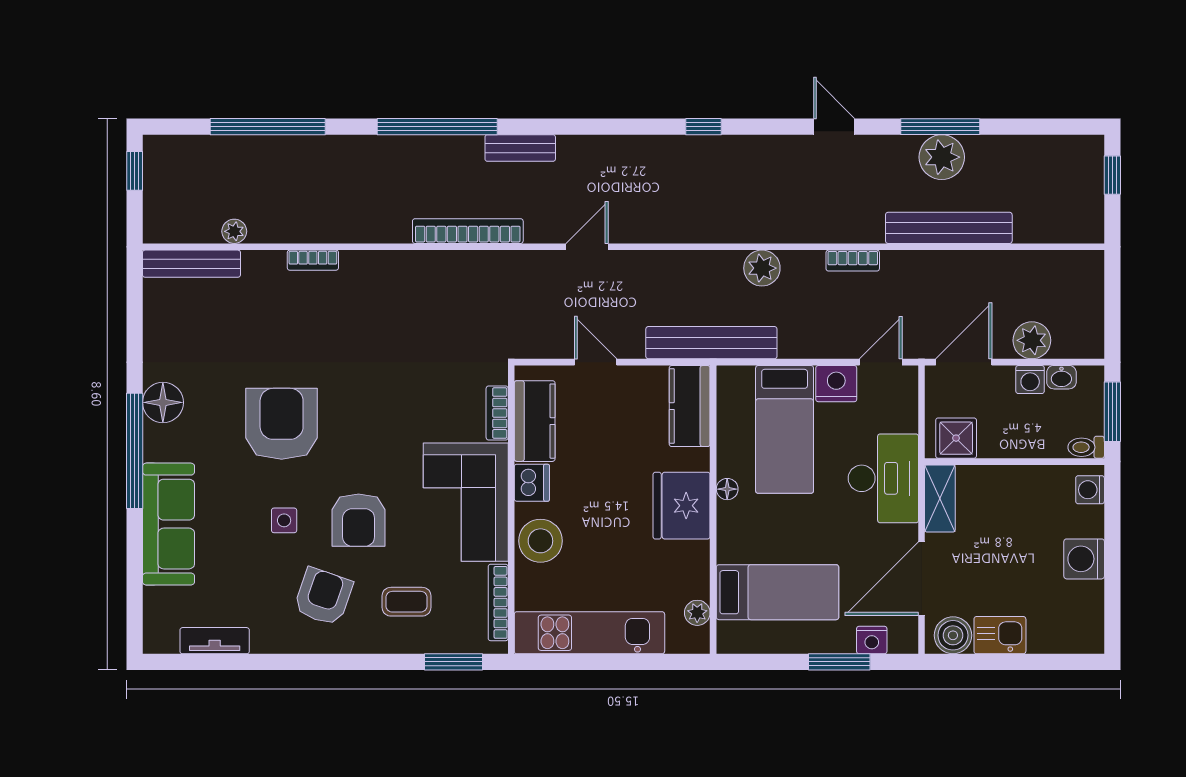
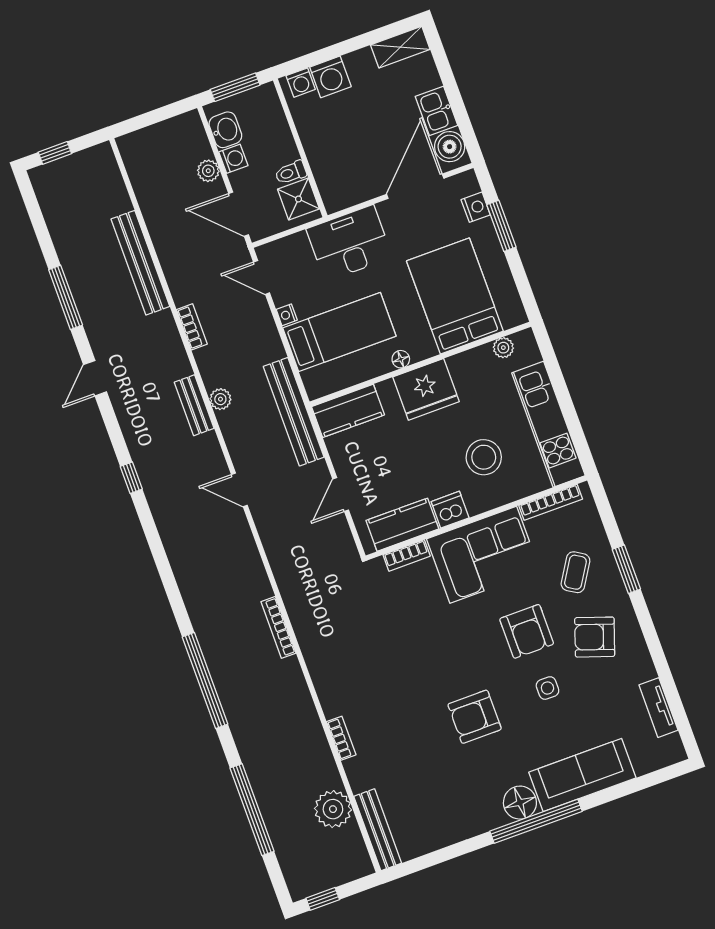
bench: (520, 148) -> (194, 405), moved
plant: (942, 157) -> (88, 288), removed
plant: (234, 231) -> (333, 809), width x1.87, depth x1.87
bookcase: (468, 231) -> (278, 627), width x0.68, depth x0.76
door: (587, 247) -> (239, 490), moved
plant: (762, 268) -> (220, 399), width x0.73, depth x0.73
plant: (1032, 340) -> (208, 171), width x0.73, depth x0.73
washbasin: (1061, 377) -> (225, 130), width x1.38, depth x1.45
nightstand: (836, 384) -> (287, 315), width x0.53, depth x0.56
floor lamp: (163, 402) -> (520, 803), moved
armchair: (282, 424) -> (475, 717), width x0.73, depth x0.73
toilet: (1086, 447) -> (291, 172), moved, turned 90
shelving: (940, 498) -> (400, 47), moved
armchair: (359, 520) -> (527, 631), turned 90
stool: (540, 541) -> (484, 457), moved
washing machine: (1084, 559) -> (330, 77), moved
door: (922, 579) -> (415, 186), swing flipped
bed: (778, 592) -> (455, 296), width x1.50
coffee table: (406, 602) -> (575, 572), turned 32
window: (454, 662) -> (626, 569), moved

